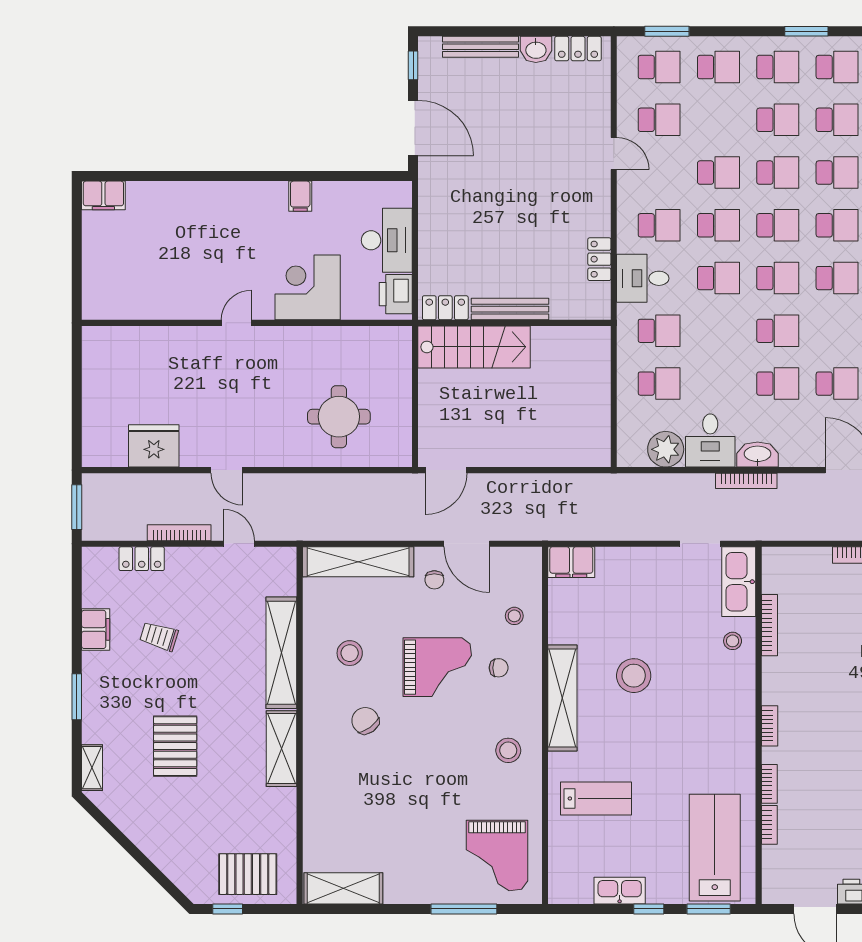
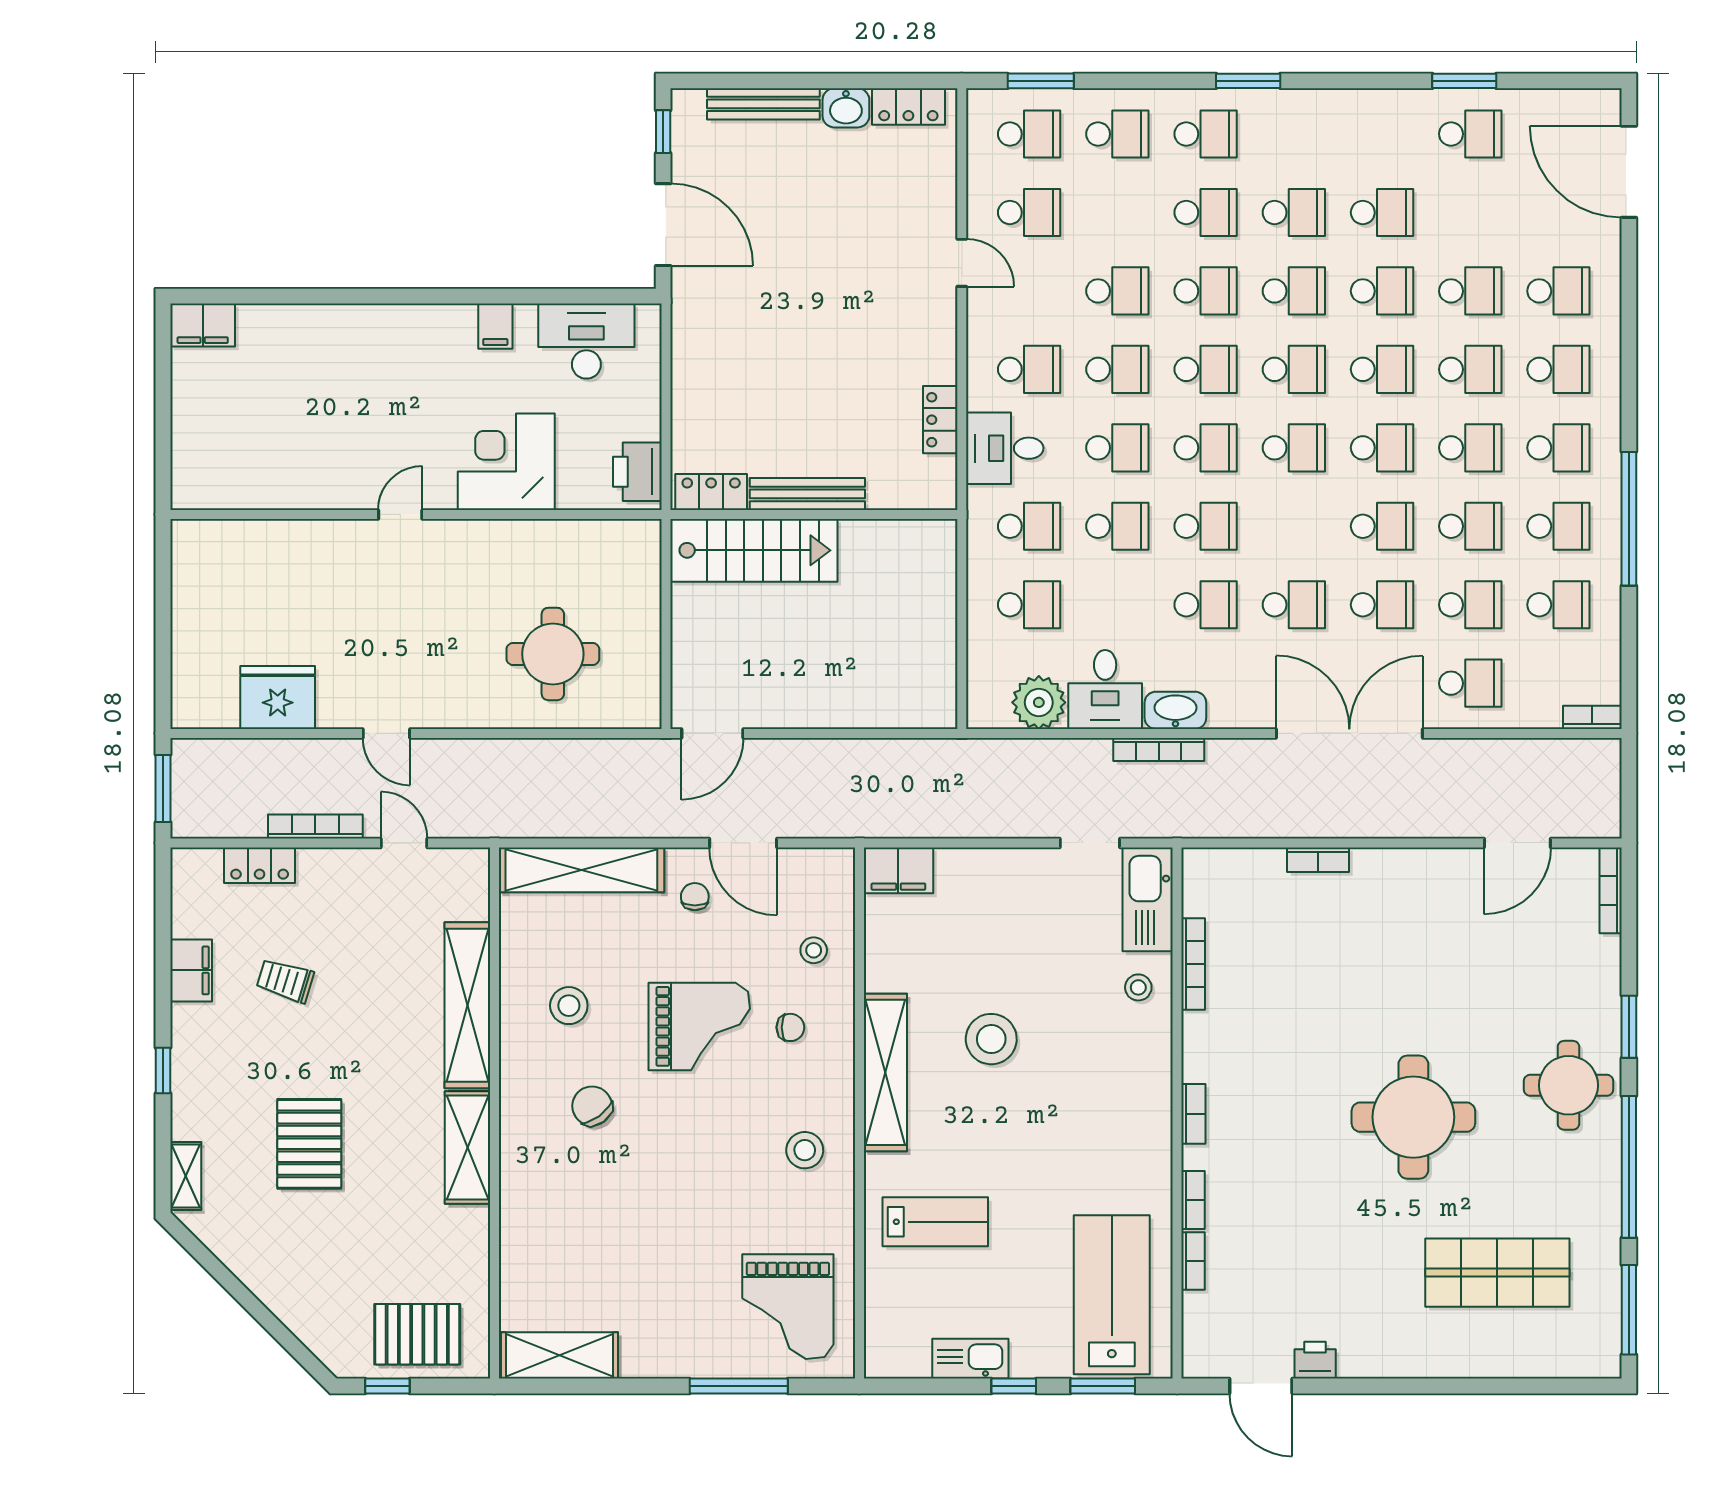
school desk: (837, 67) -> (1117, 526), moved
desk: (387, 240) -> (586, 341), moved, turned -90
chair: (434, 580) -> (695, 897), turned 180
window: (77, 697) -> (163, 1070), width x0.67

